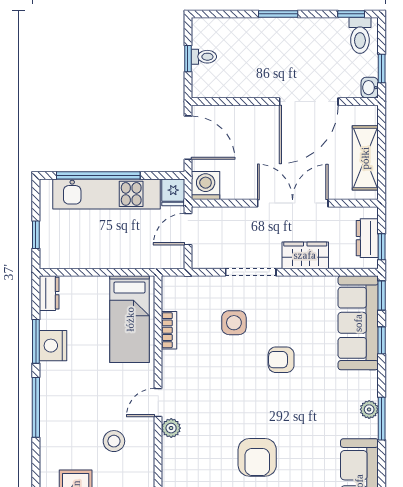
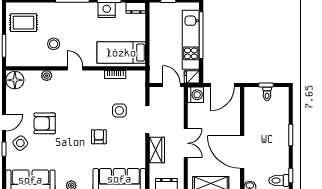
double door: (293, 203) -> (186, 143), width x0.73
plant: (171, 428) -> (47, 76), moved

